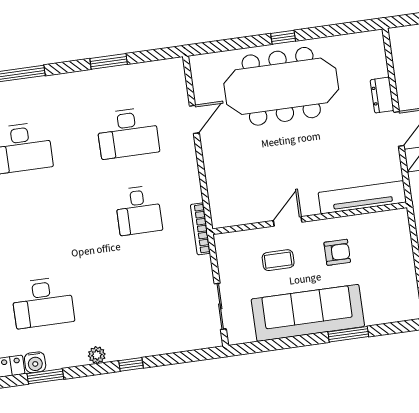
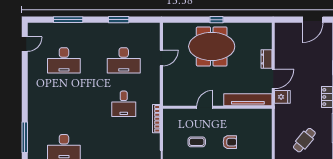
meeting table: (281, 86) -> (212, 46), width x0.73
tv unit: (362, 197) -> (248, 100), moved
wall: (310, 218) -> (217, 107), moved
door: (288, 221) -> (205, 107), moved

